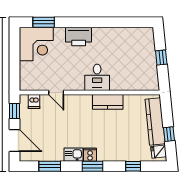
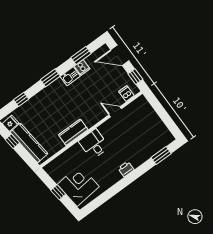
printer: (79, 36) -> (126, 169), width x0.53, depth x0.68
corner desk: (36, 44) -> (78, 186), moved, turned 84
cooker: (90, 155) -> (82, 67), moved

